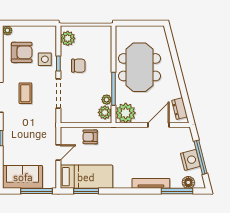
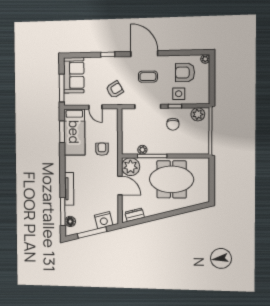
armchair: (22, 52) -> (185, 72), turned 90
plant: (105, 112) -> (131, 148), removed
door: (159, 125) -> (120, 185), moved
armchair: (39, 130) -> (115, 89), added
armchair: (90, 137) -> (102, 149), moved
nightstand: (190, 160) -> (104, 220), moved

